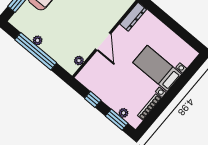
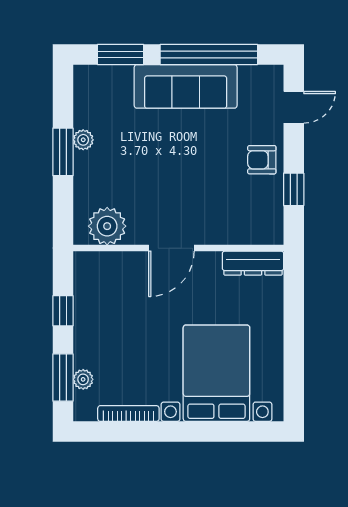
window: (36, 51) -> (63, 152), width x0.47
plant: (79, 61) -> (107, 226), width x1.88, depth x1.88
bed with nightstands: (157, 68) -> (216, 373), width x1.36

